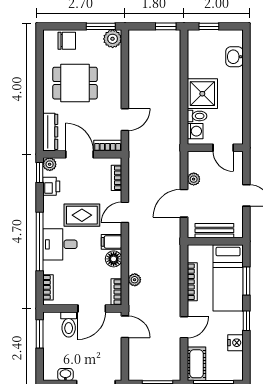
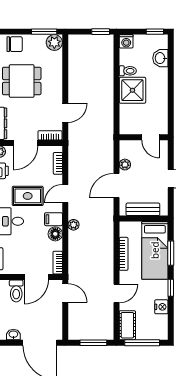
window: (209, 26) -> (155, 32), moved
toilet: (197, 116) -> (128, 71), moved
washing machine: (195, 131) -> (126, 41), moved, turned 90
door: (80, 154) -> (26, 143), swing flipped
plant: (135, 280) -> (73, 225), moved

